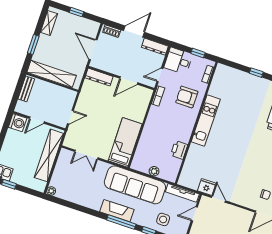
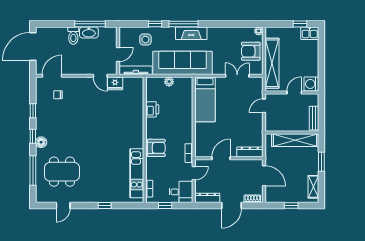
armchair: (187, 97) -> (156, 148), moved
kitchen unit: (206, 121) -> (137, 173), moved
armchair: (65, 174) -> (251, 51), added

